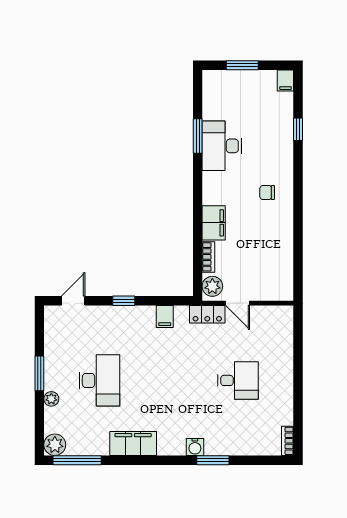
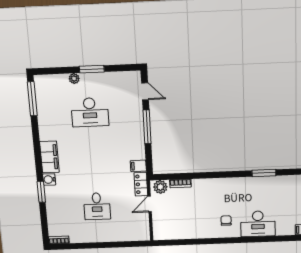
window: (298, 129) -> (270, 239), removed
desk: (222, 146) -> (258, 224), moved, turned 180
filing cabinet: (214, 223) -> (204, 186), removed
window: (124, 301) -> (147, 127), width x2.17
filing cabinet: (165, 316) -> (138, 166), moved
filing cabinet: (133, 444) -> (49, 157), moved
plant: (55, 445) -> (42, 82), removed

